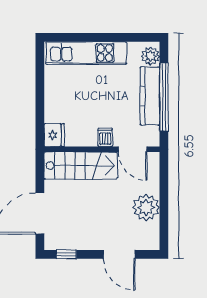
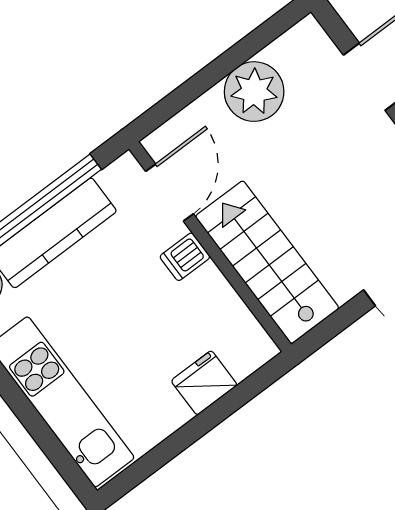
fridge: (54, 135) -> (204, 383), moved

